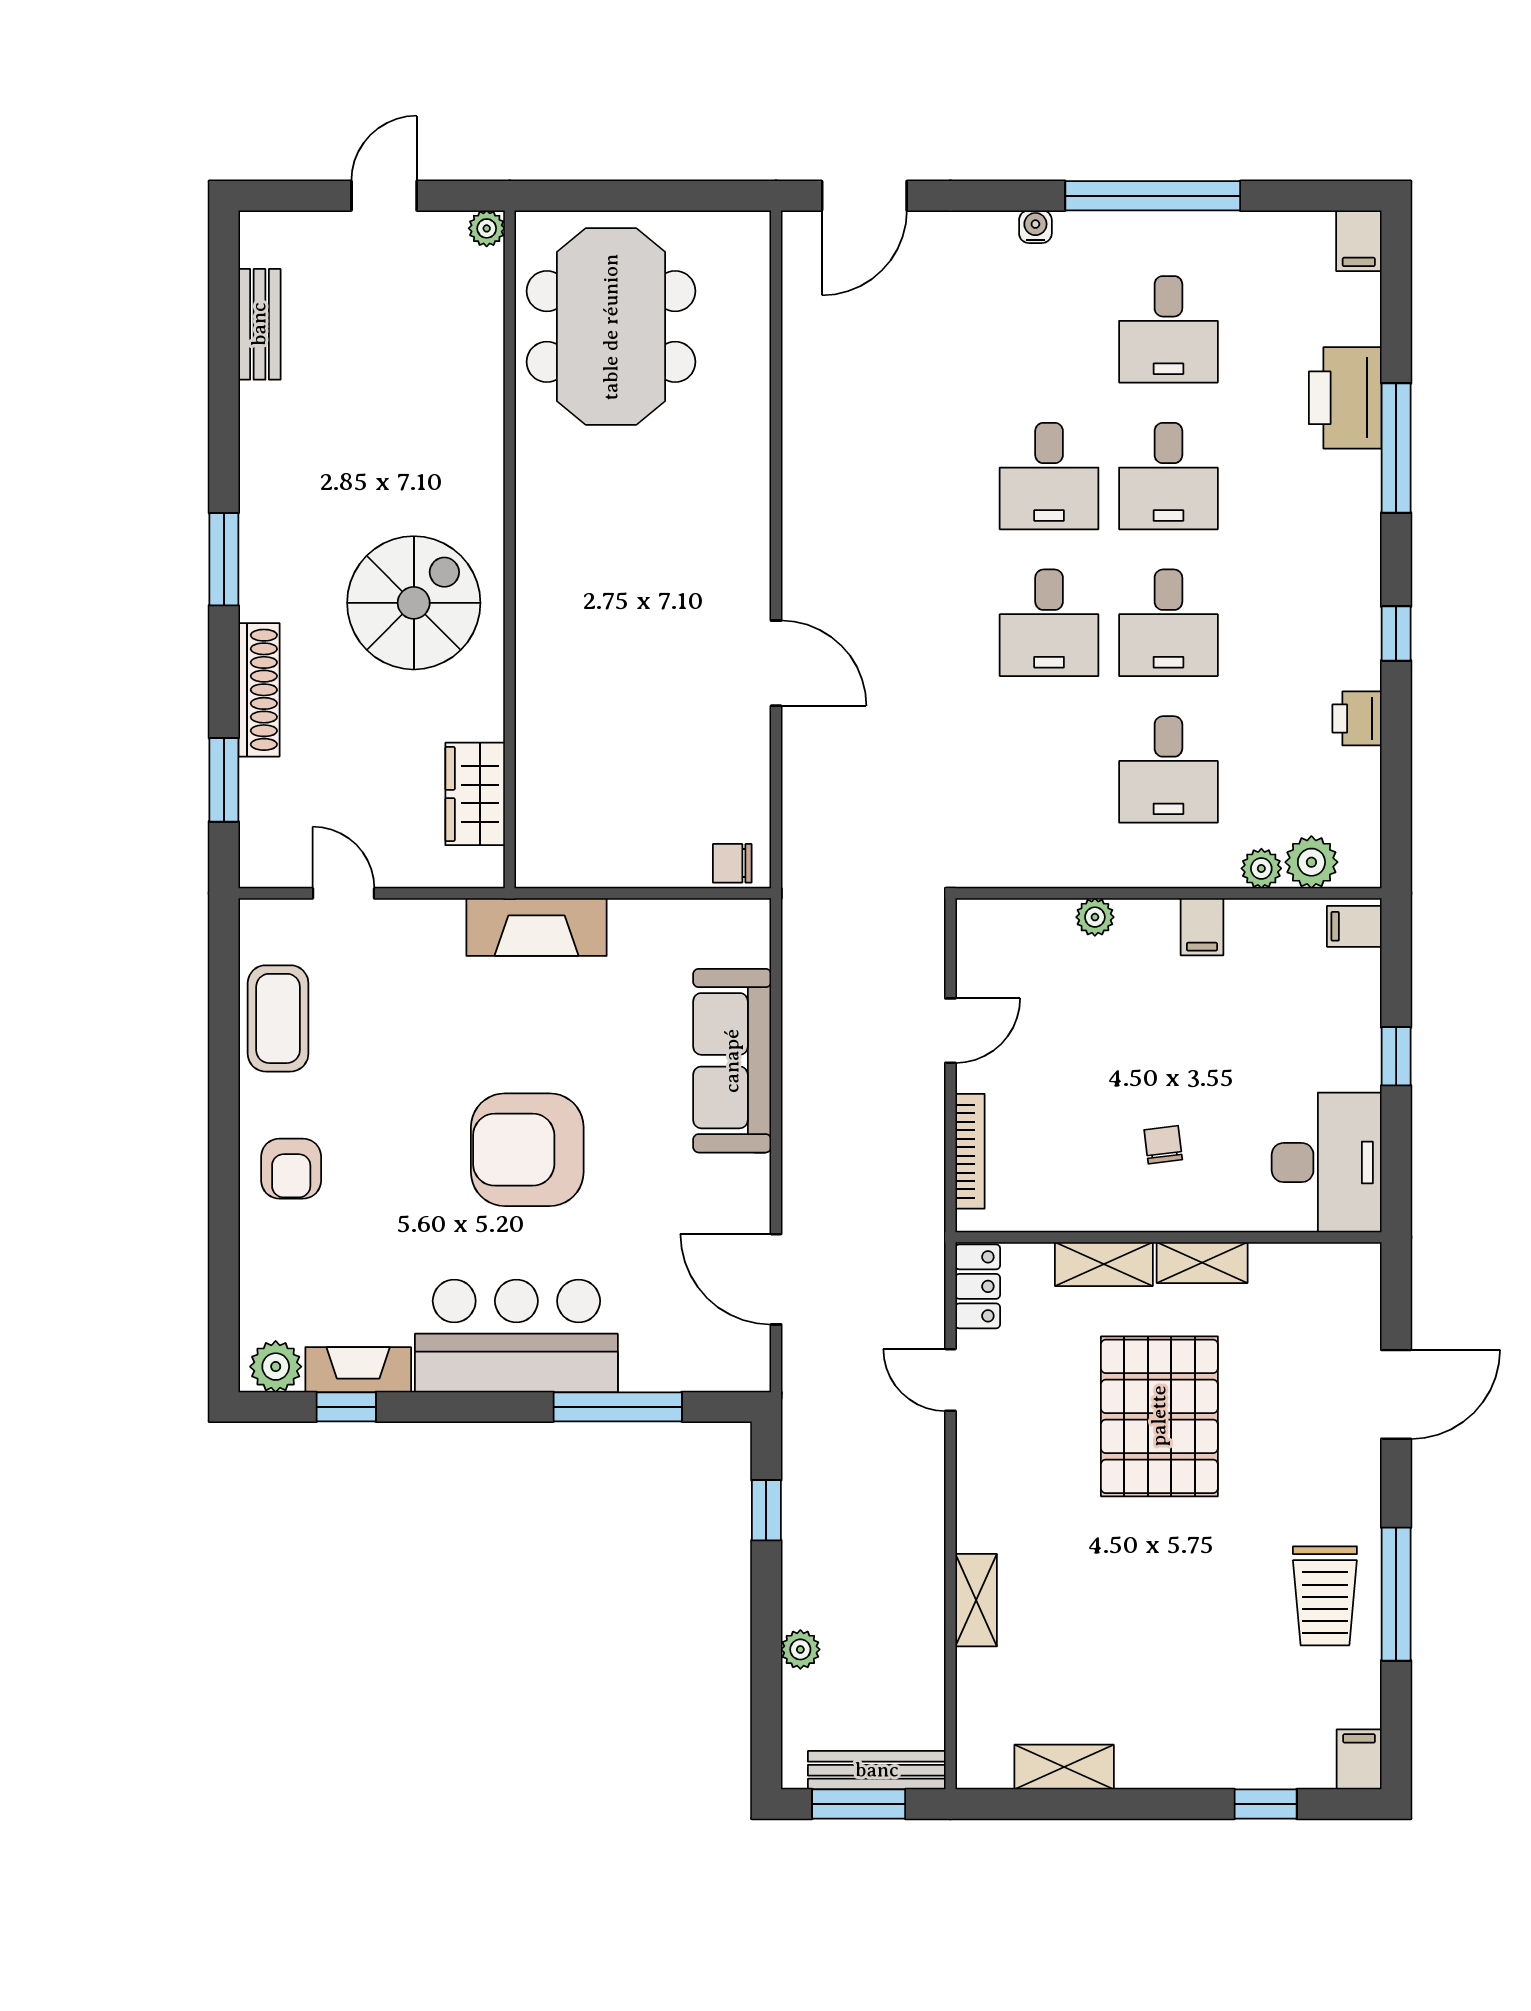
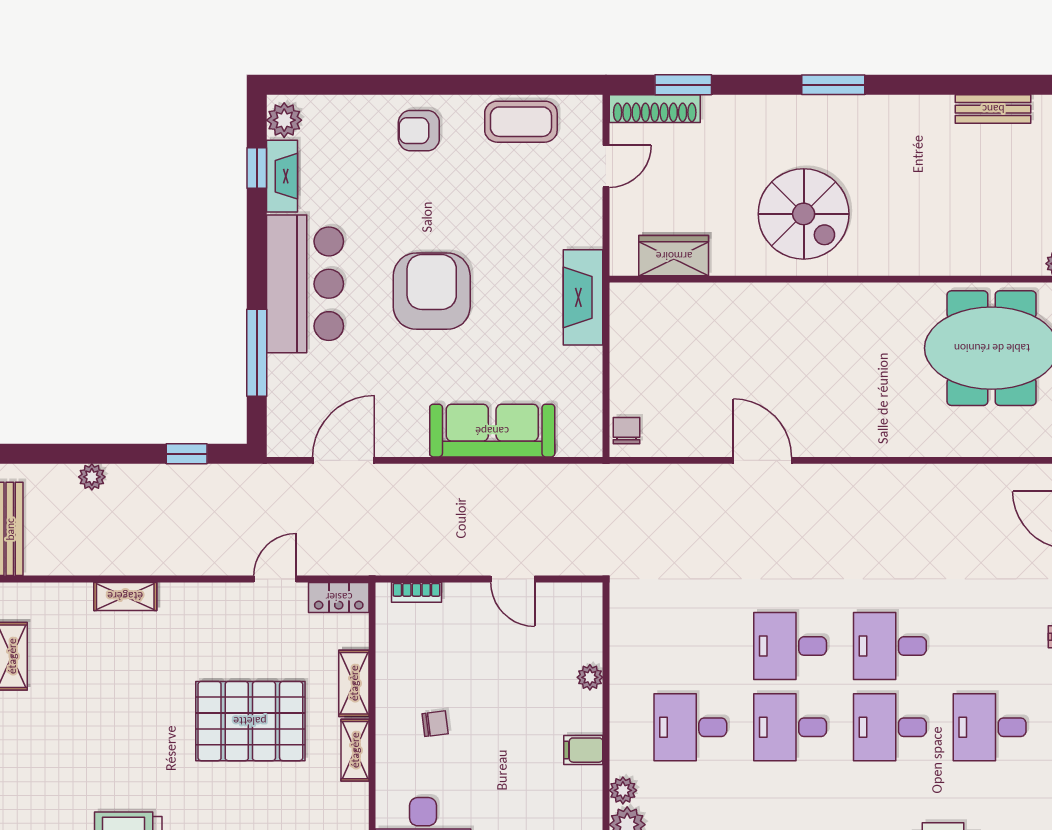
door: (776, 663) -> (763, 460), swing flipped
shoe rack: (259, 690) -> (655, 109), moved
bookcase: (970, 1151) -> (417, 592), width x0.64

